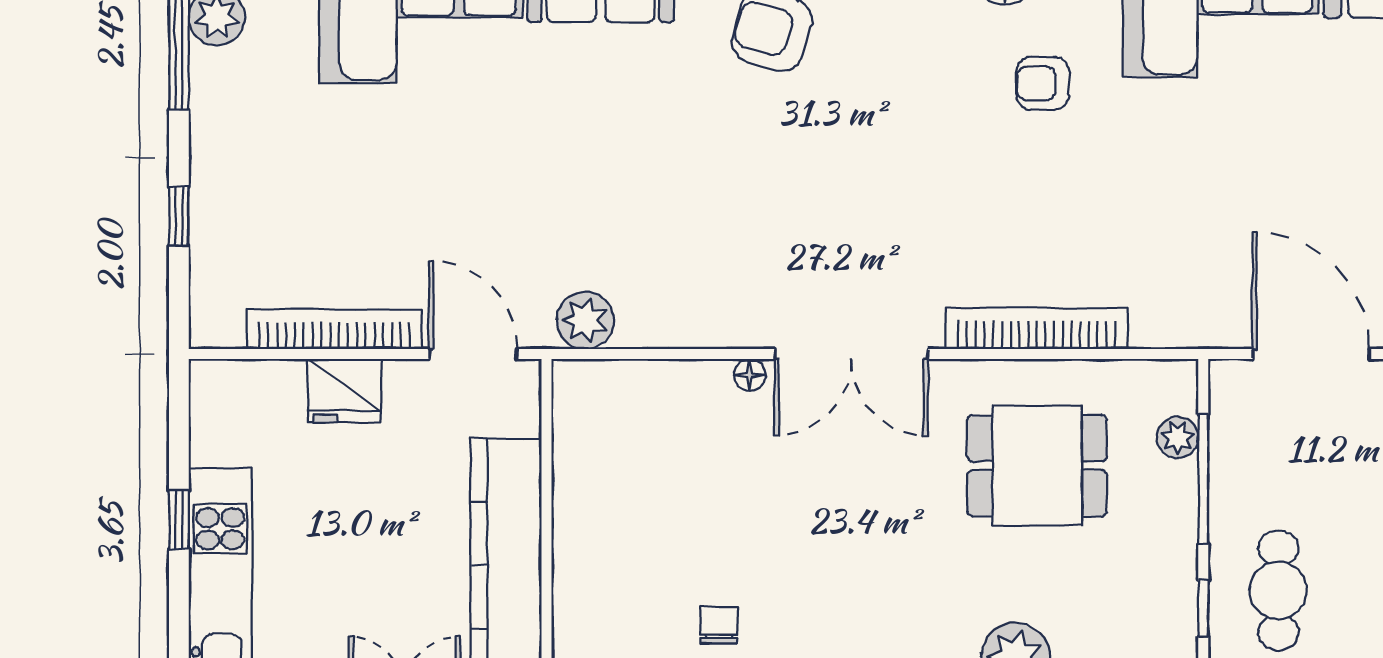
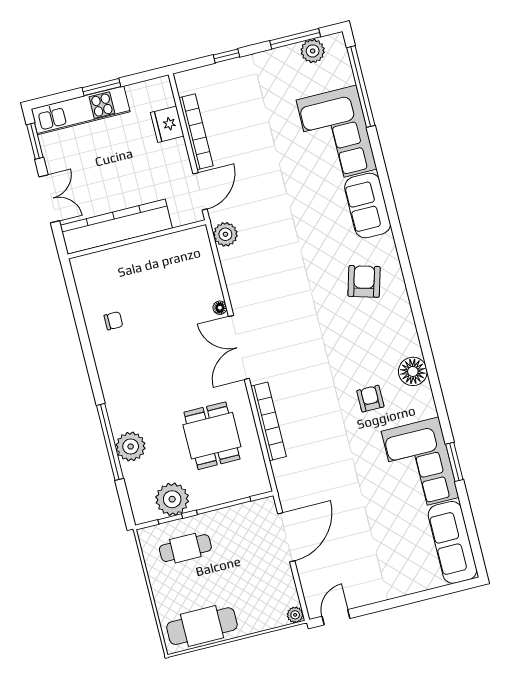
fridge: (344, 391) -> (167, 124), moved
plant: (1178, 438) -> (172, 499), moved, width x1.87, depth x1.87
window: (179, 520) -> (101, 87), width x1.50

